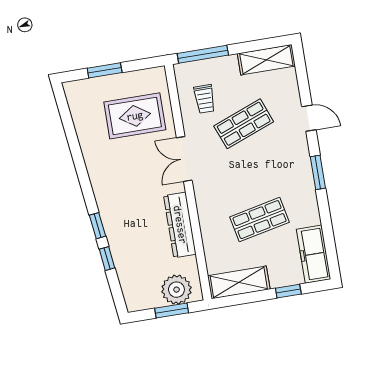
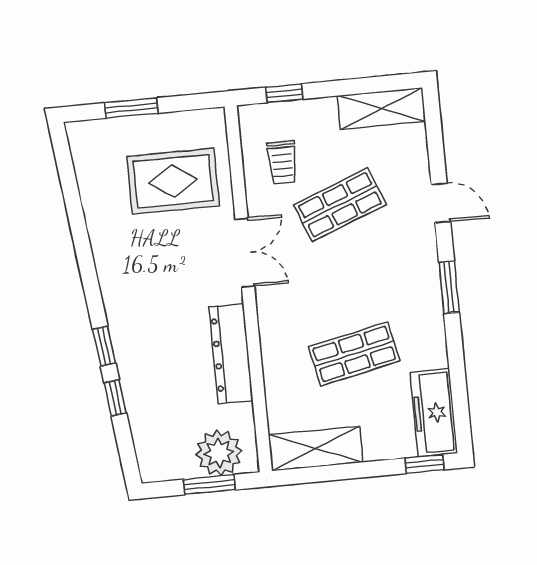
window: (203, 54) -> (284, 93), width x0.46
double door: (184, 159) -> (245, 253), swing flipped
window: (288, 291) -> (425, 464), moved

